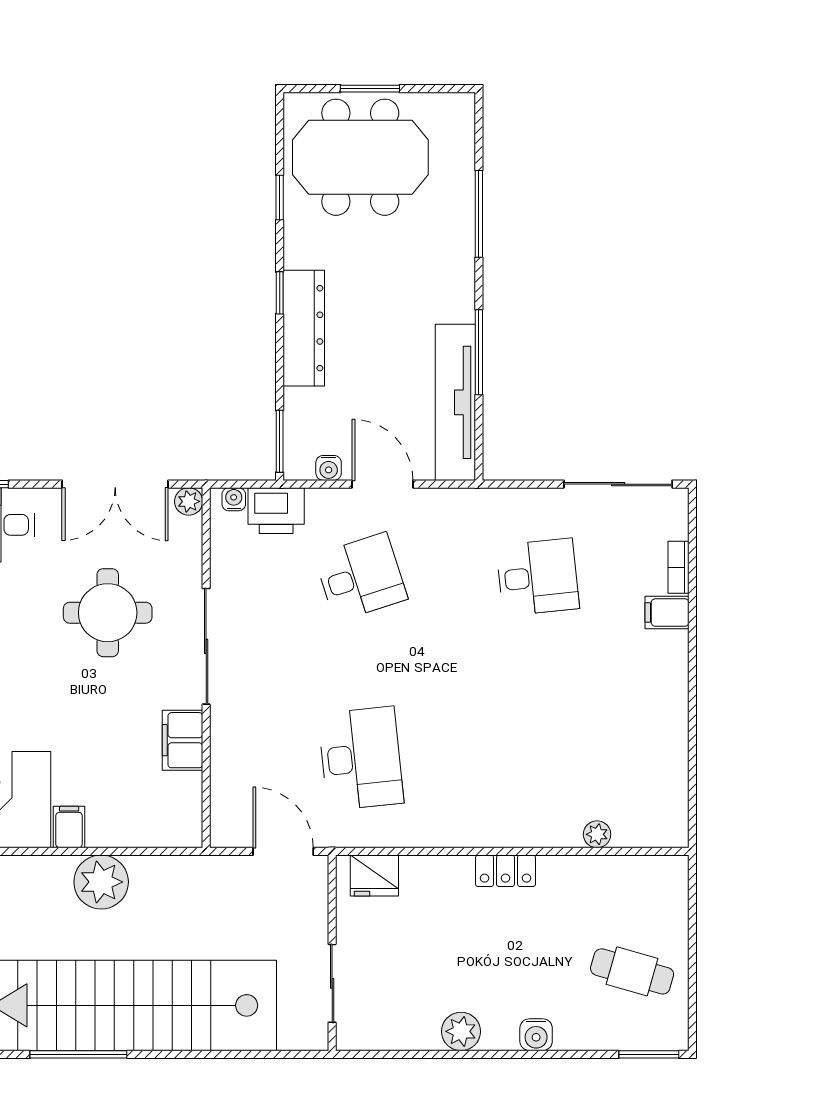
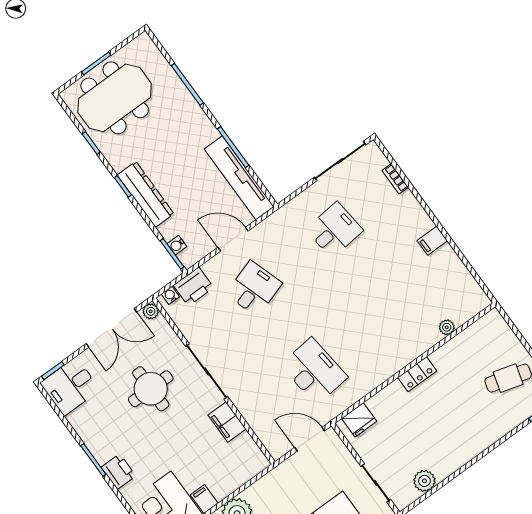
water cooler: (329, 468) -> (177, 245), moved, turned 90
filing cabinet: (667, 613) -> (432, 241), moved
plant: (461, 1031) -> (424, 481), moved
water cooler: (536, 1035) -> (485, 439), removed

